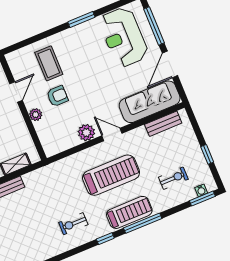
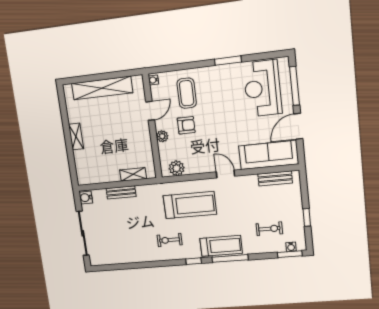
water cooler: (11, 60) -> (153, 80), added
plant: (86, 133) -> (177, 168), moved
treadmill: (111, 175) -> (190, 205), moved

